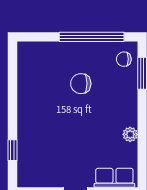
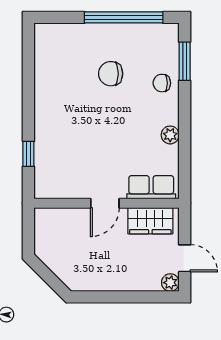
chair: (124, 59) -> (162, 83), moved

